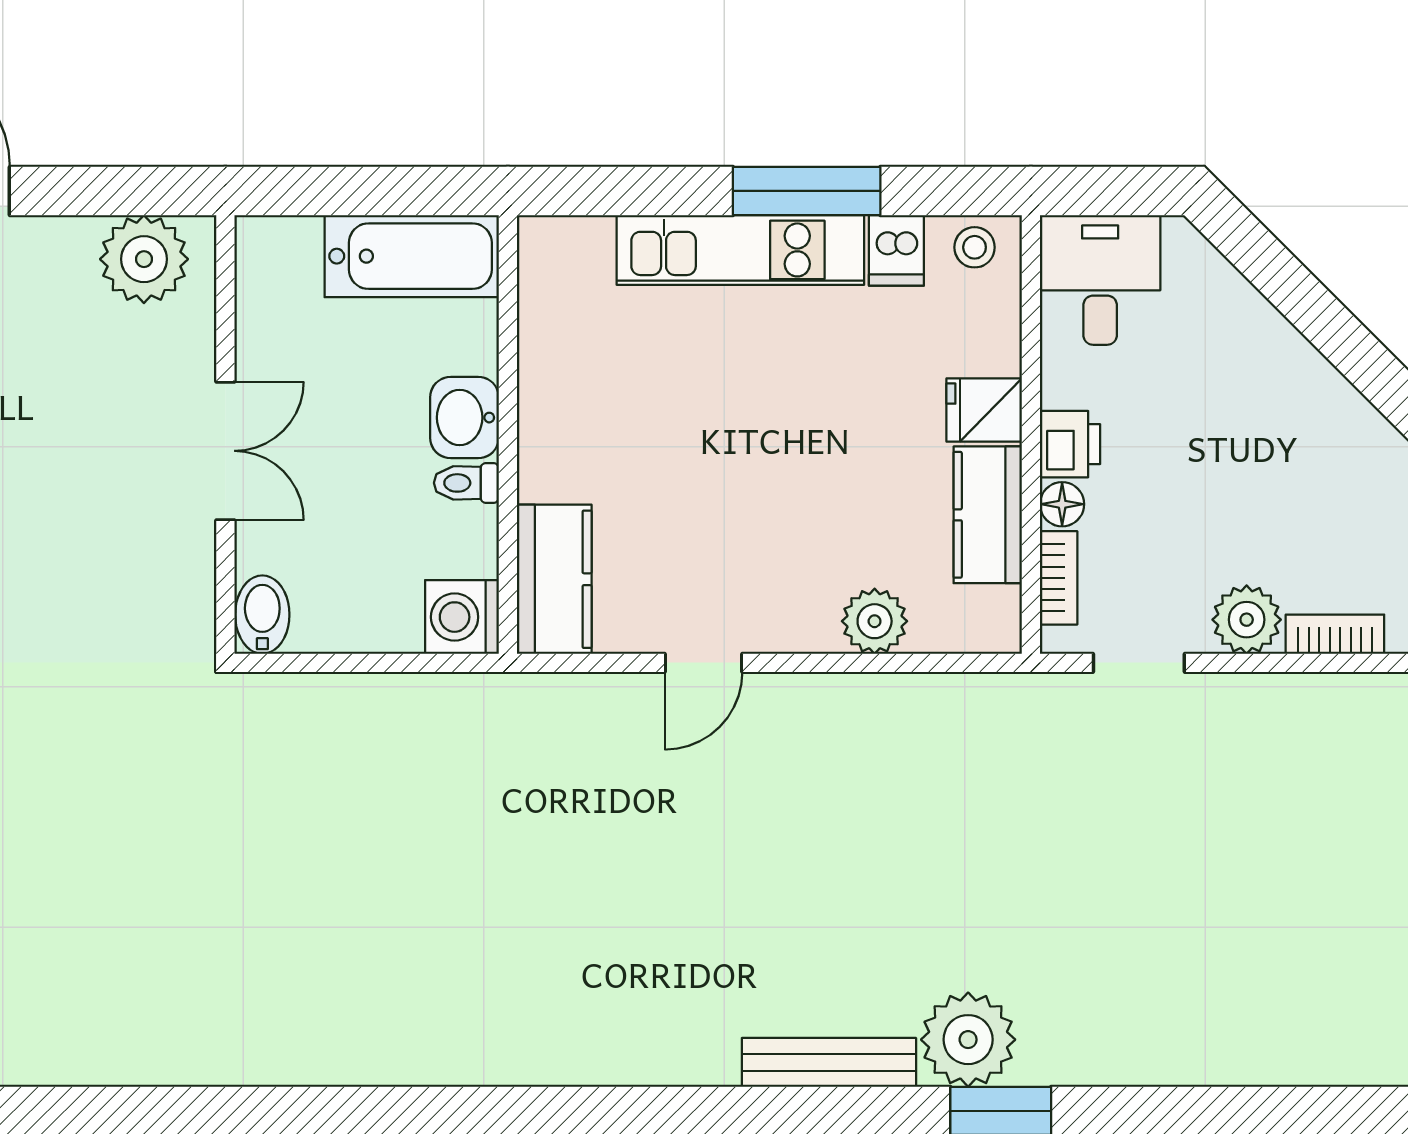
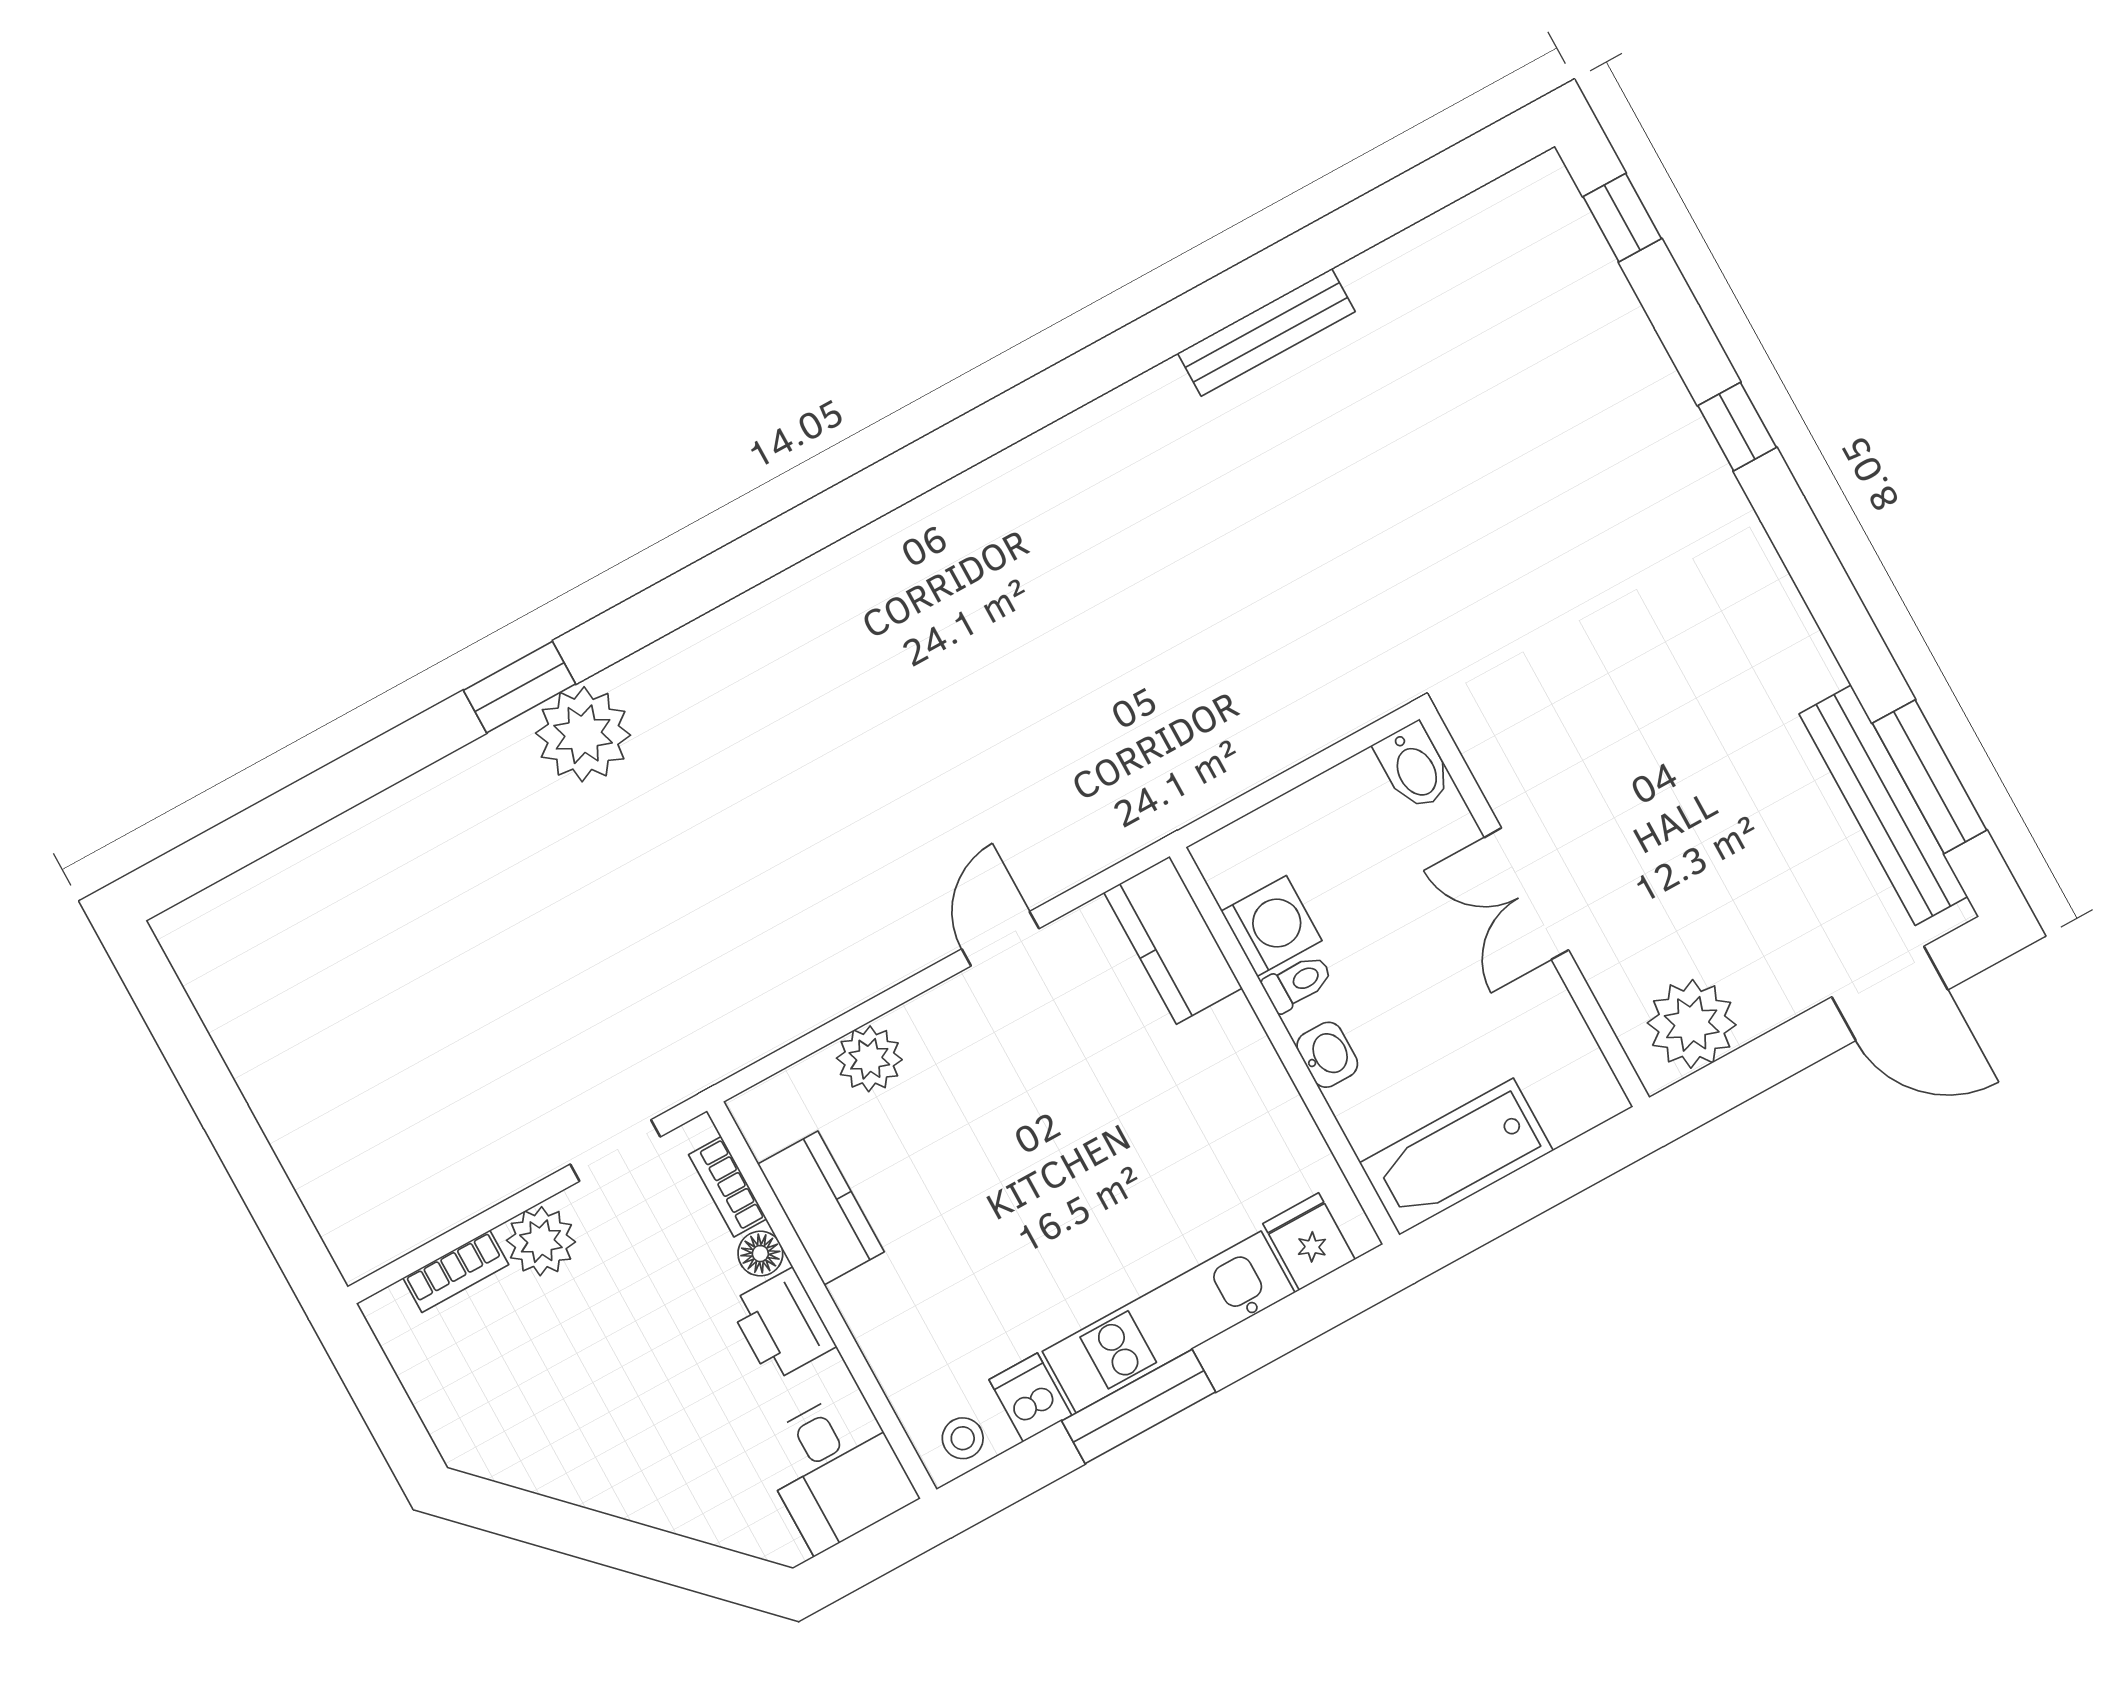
fridge: (984, 410) -> (1309, 1242), moved, turned -90
washbasin: (464, 418) -> (1327, 1055), width x0.72, depth x0.69
printer: (1070, 444) -> (782, 1325), width x1.36, depth x1.24
washing machine: (462, 617) -> (1272, 926), moved
bench: (829, 1062) -> (1266, 332), moved

